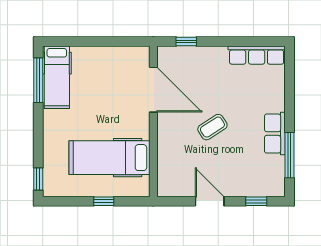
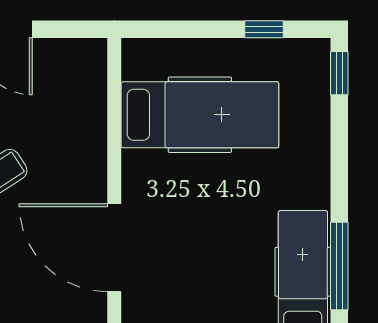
window: (104, 201) -> (264, 29), moved

